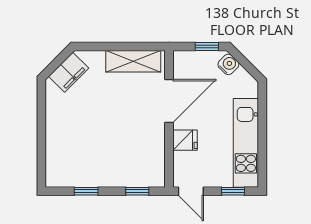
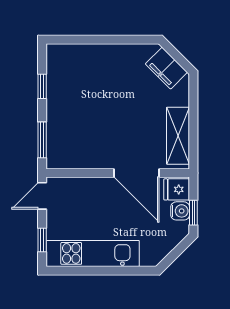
water cooler: (228, 64) -> (180, 211), moved, turned -45
fridge: (185, 140) -> (177, 189), moved, turned 90
window: (137, 191) -> (42, 140), width x1.50

